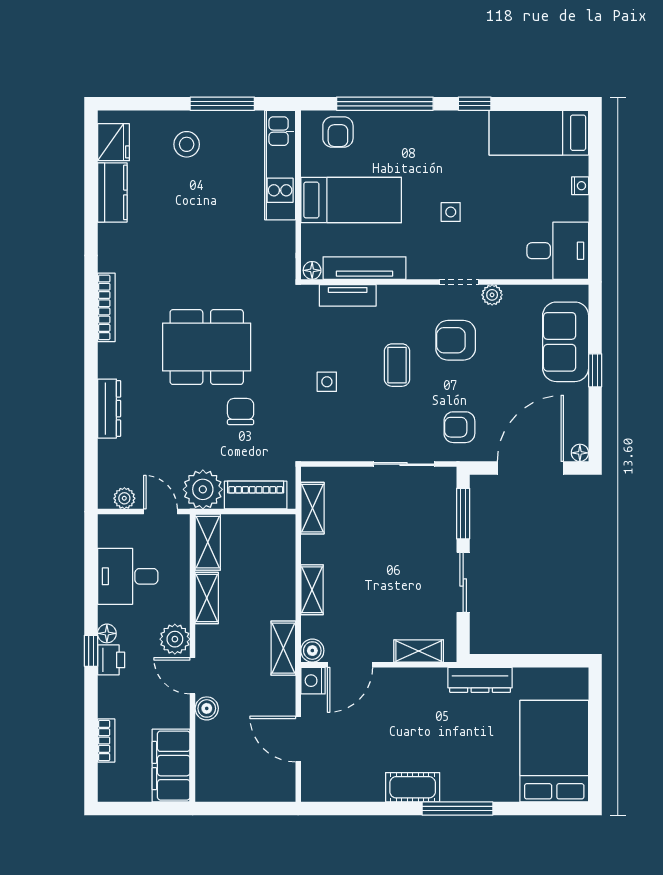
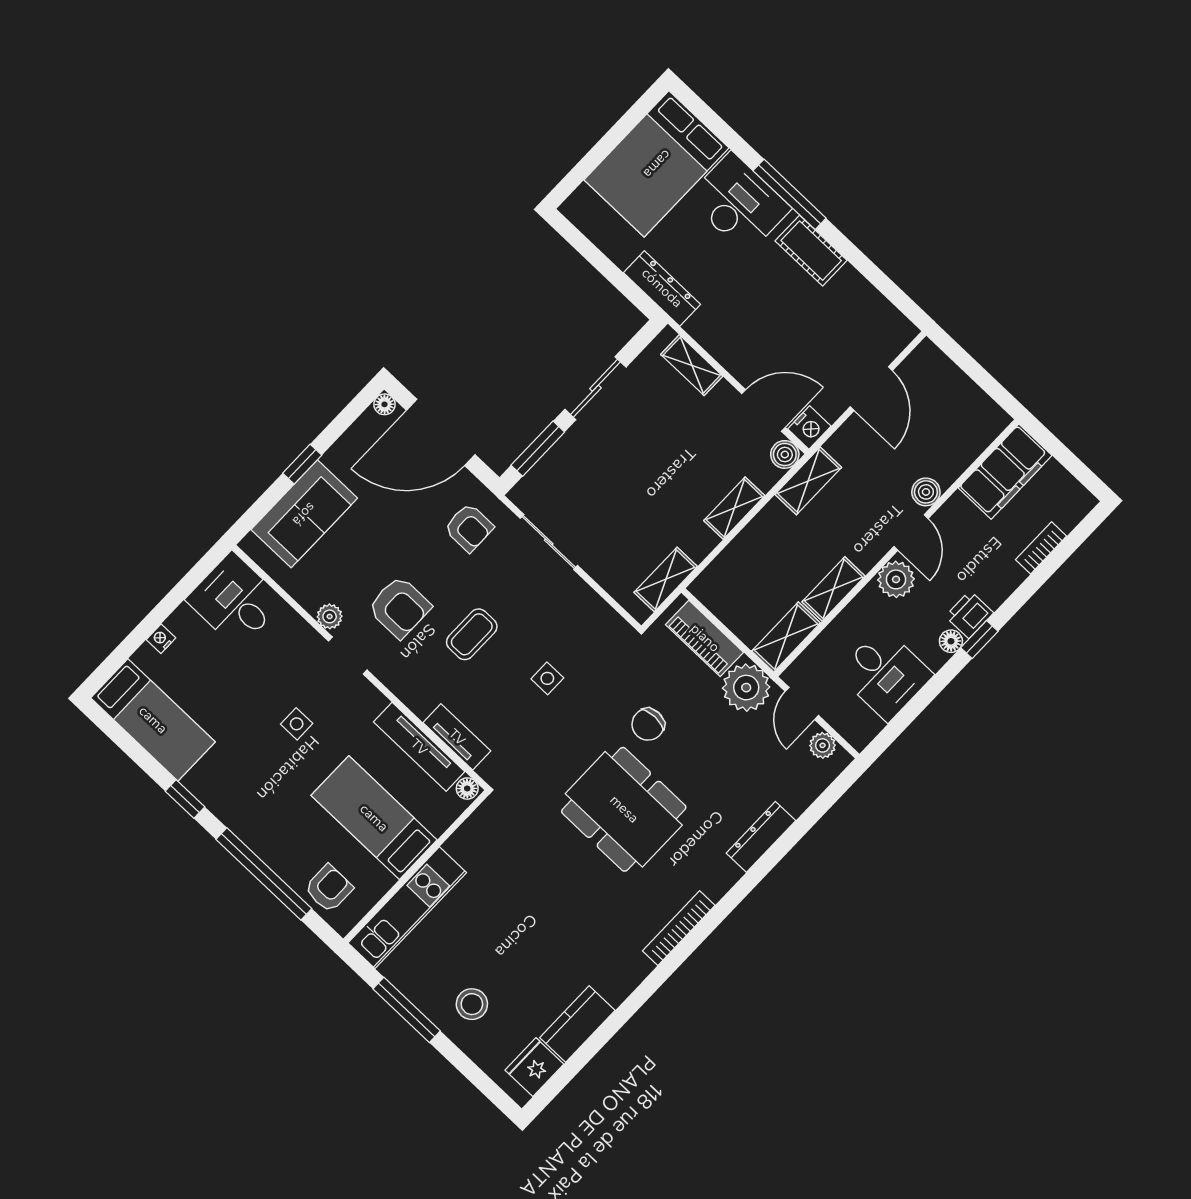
desk: (483, 774) -> (739, 203), added

